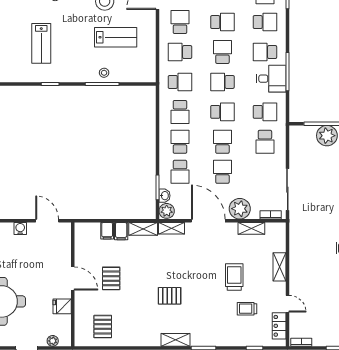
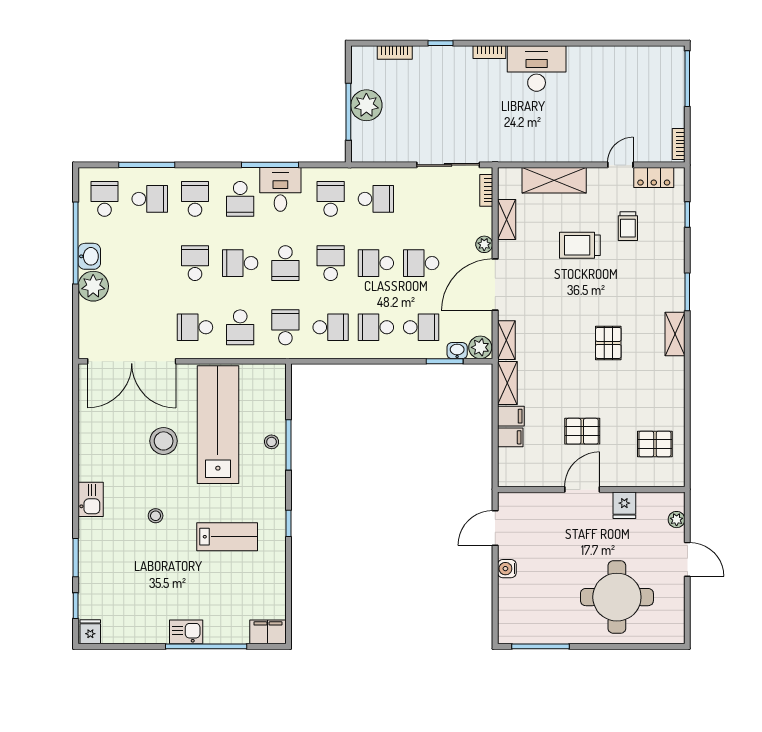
lab bench: (116, 37) -> (218, 425), width x1.86, depth x1.39
plant: (240, 209) -> (484, 244), width x0.53, depth x0.53
shelving: (279, 267) -> (554, 180), width x1.50, depth x1.33

